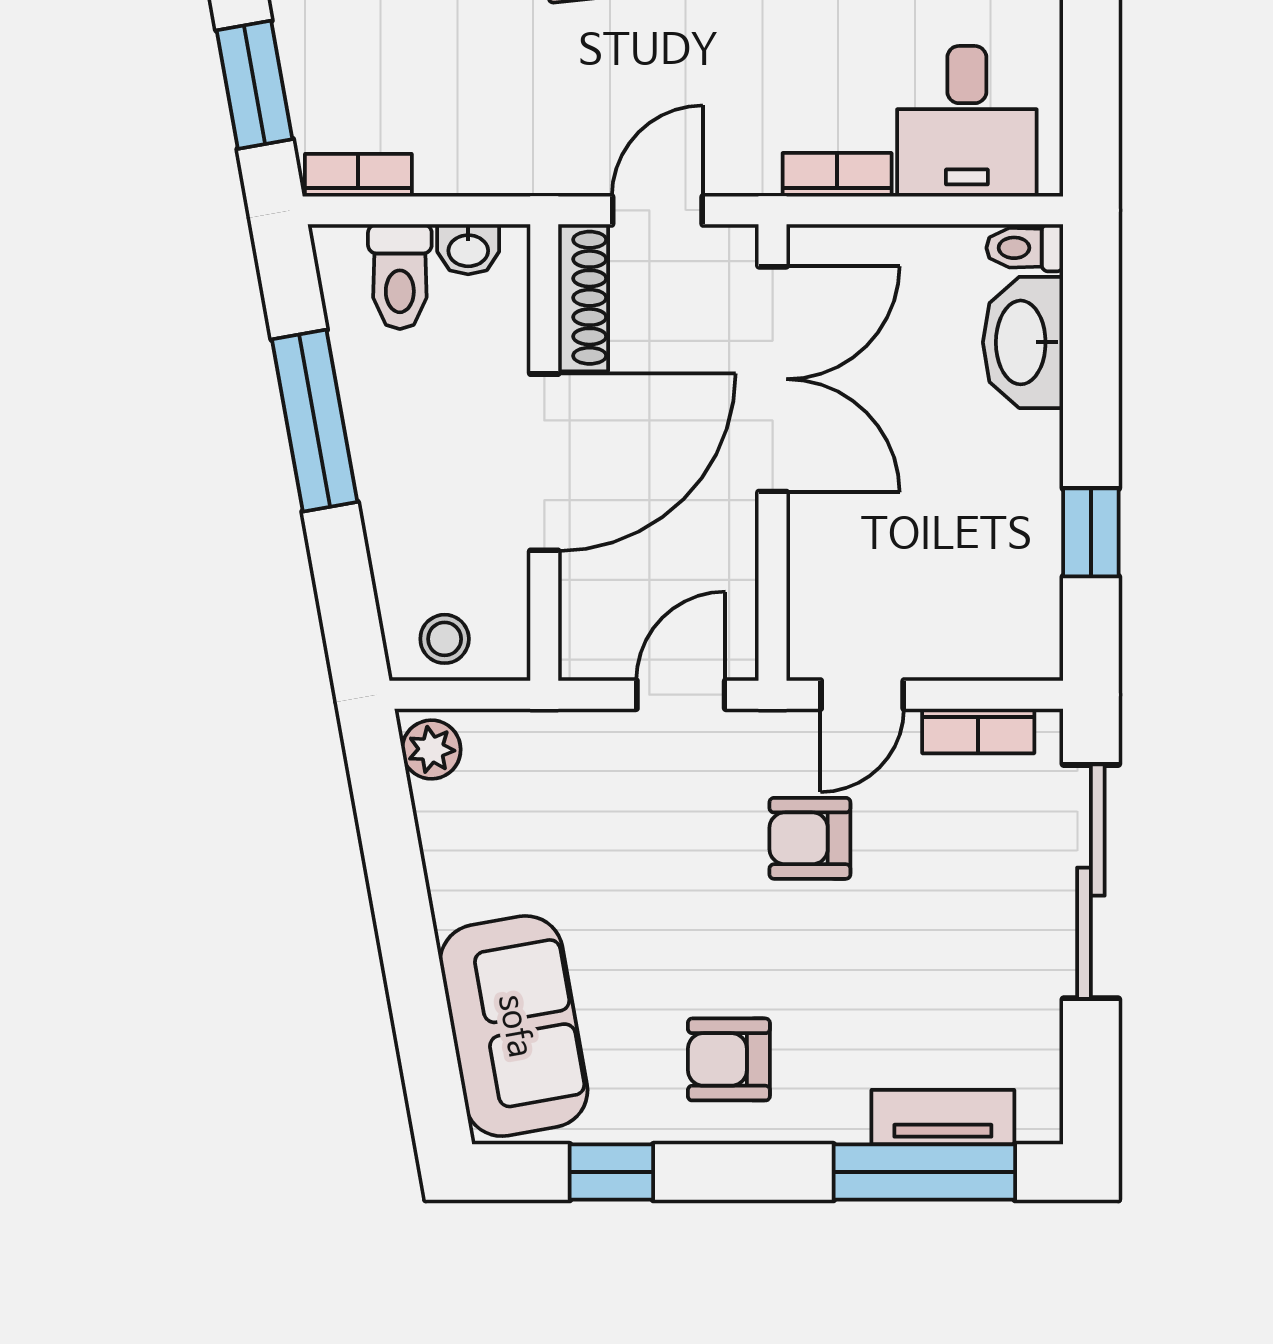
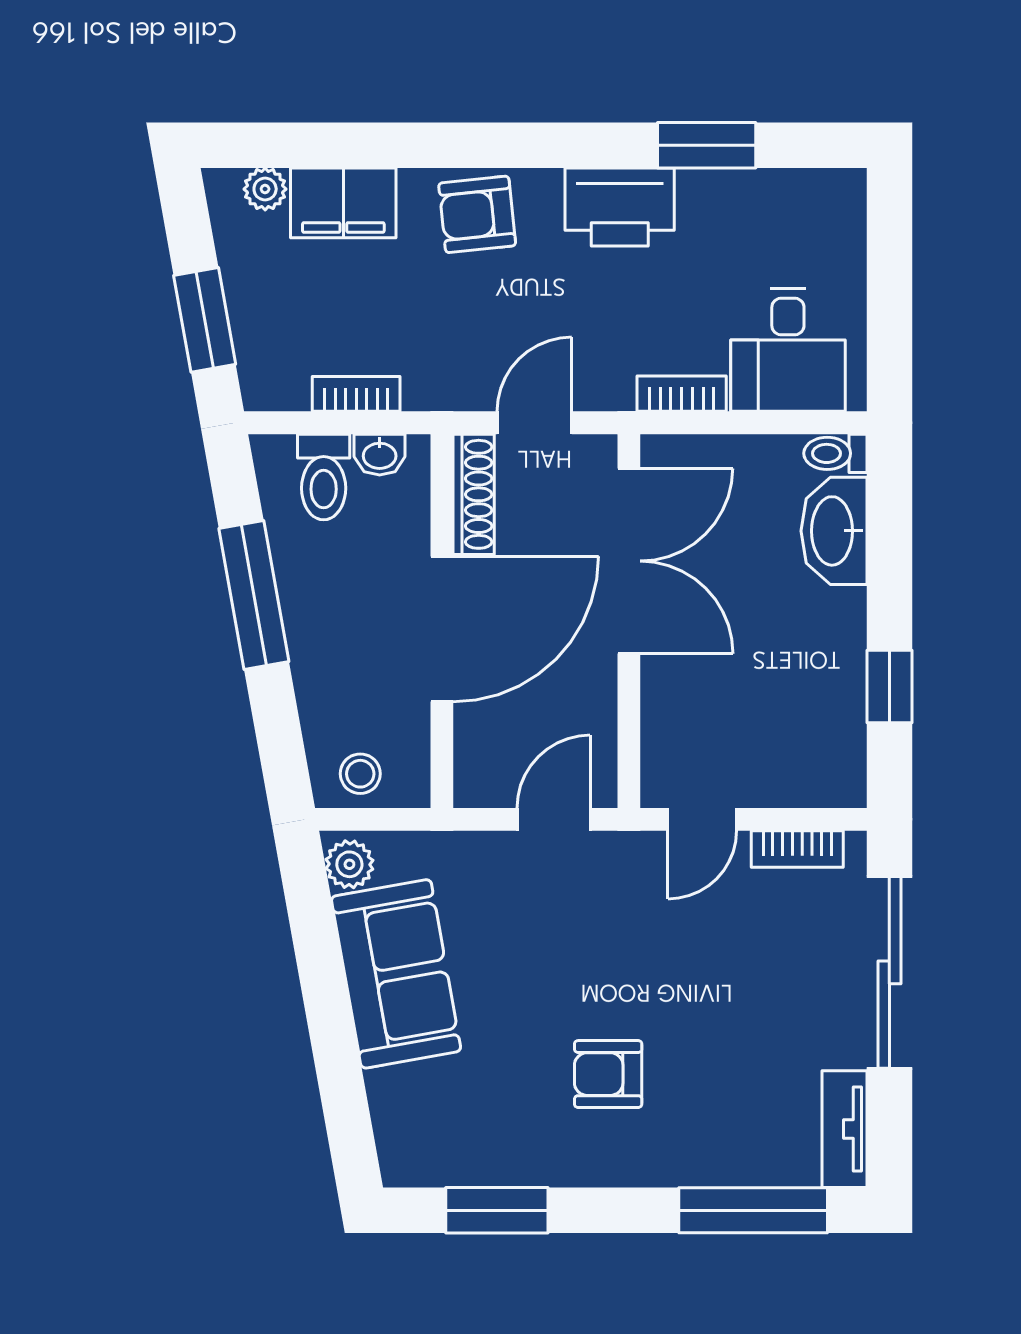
bookcase: (358, 175) -> (356, 394), moved
armchair: (810, 838) -> (659, 937), removed
sofa: (514, 1026) -> (396, 974), moved
armchair: (729, 1059) -> (608, 1074), moved
tv unit: (943, 1117) -> (844, 1129), moved, turned -90
window: (611, 1172) -> (497, 1210), width x1.50

